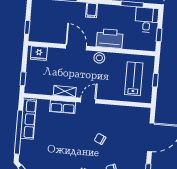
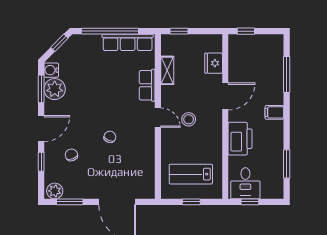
desk: (147, 20) -> (245, 183), moved, turned 90
fridge: (39, 53) -> (214, 63), moved
stool: (99, 58) -> (189, 119), moved
lab bench: (134, 79) -> (191, 174), turned 180
shelving: (65, 91) -> (167, 70), moved

